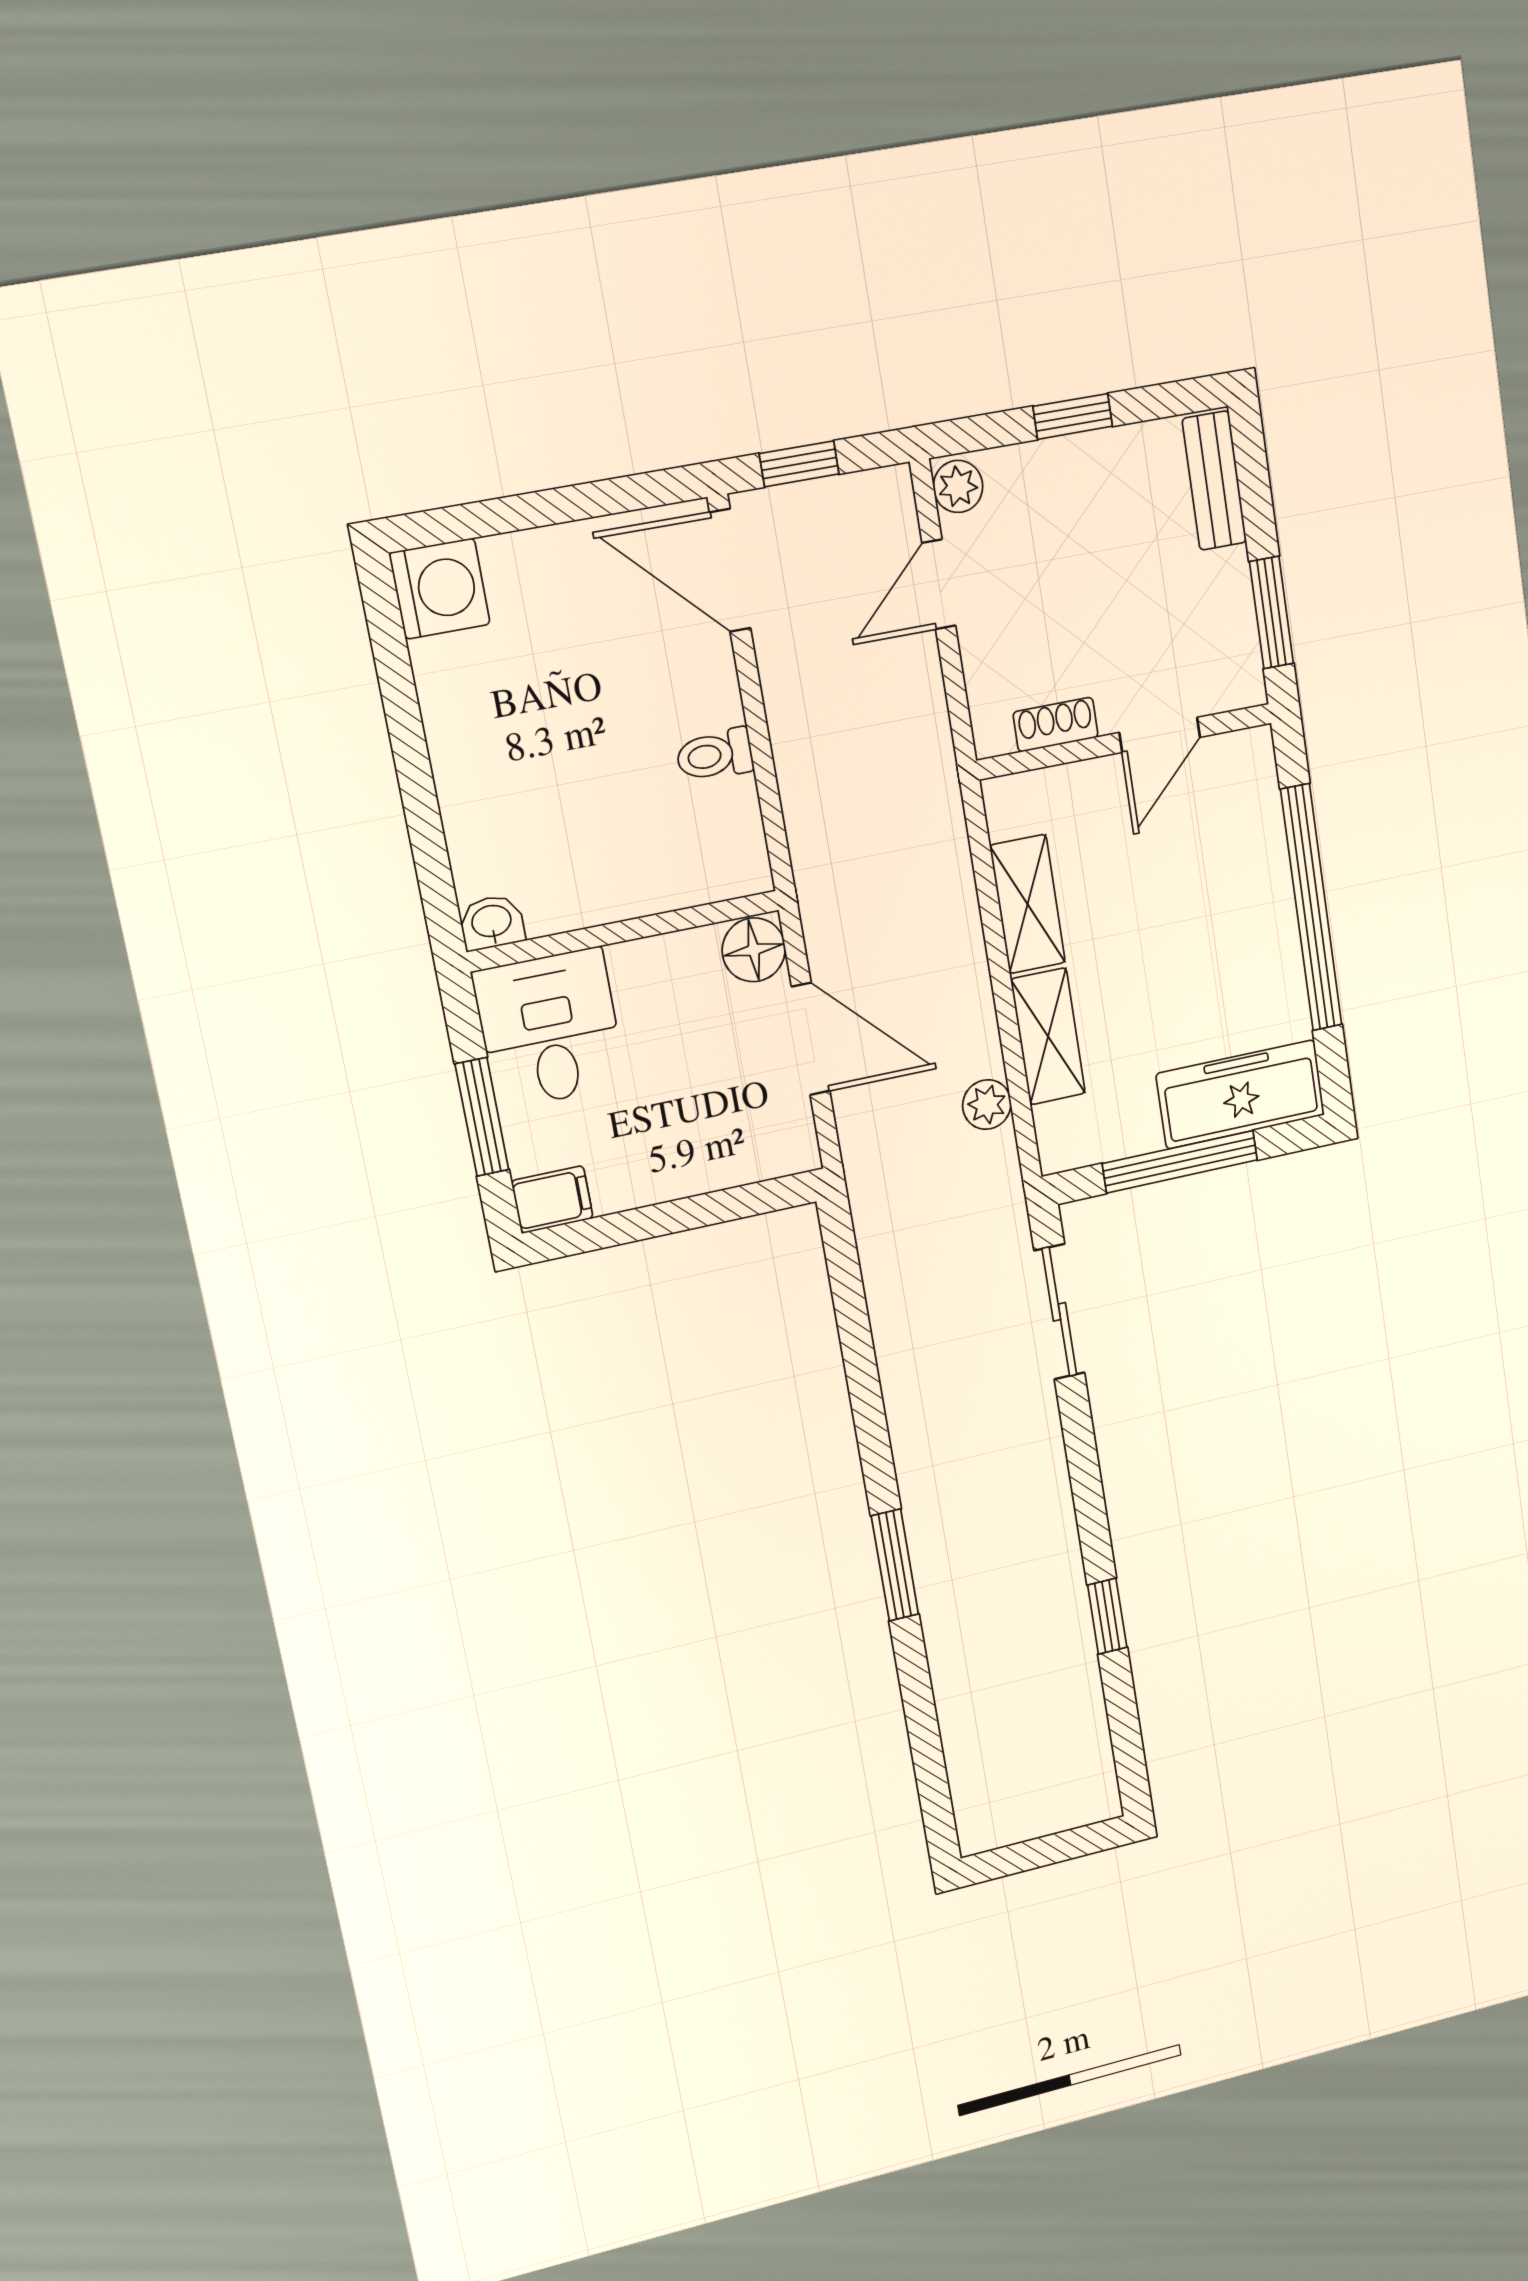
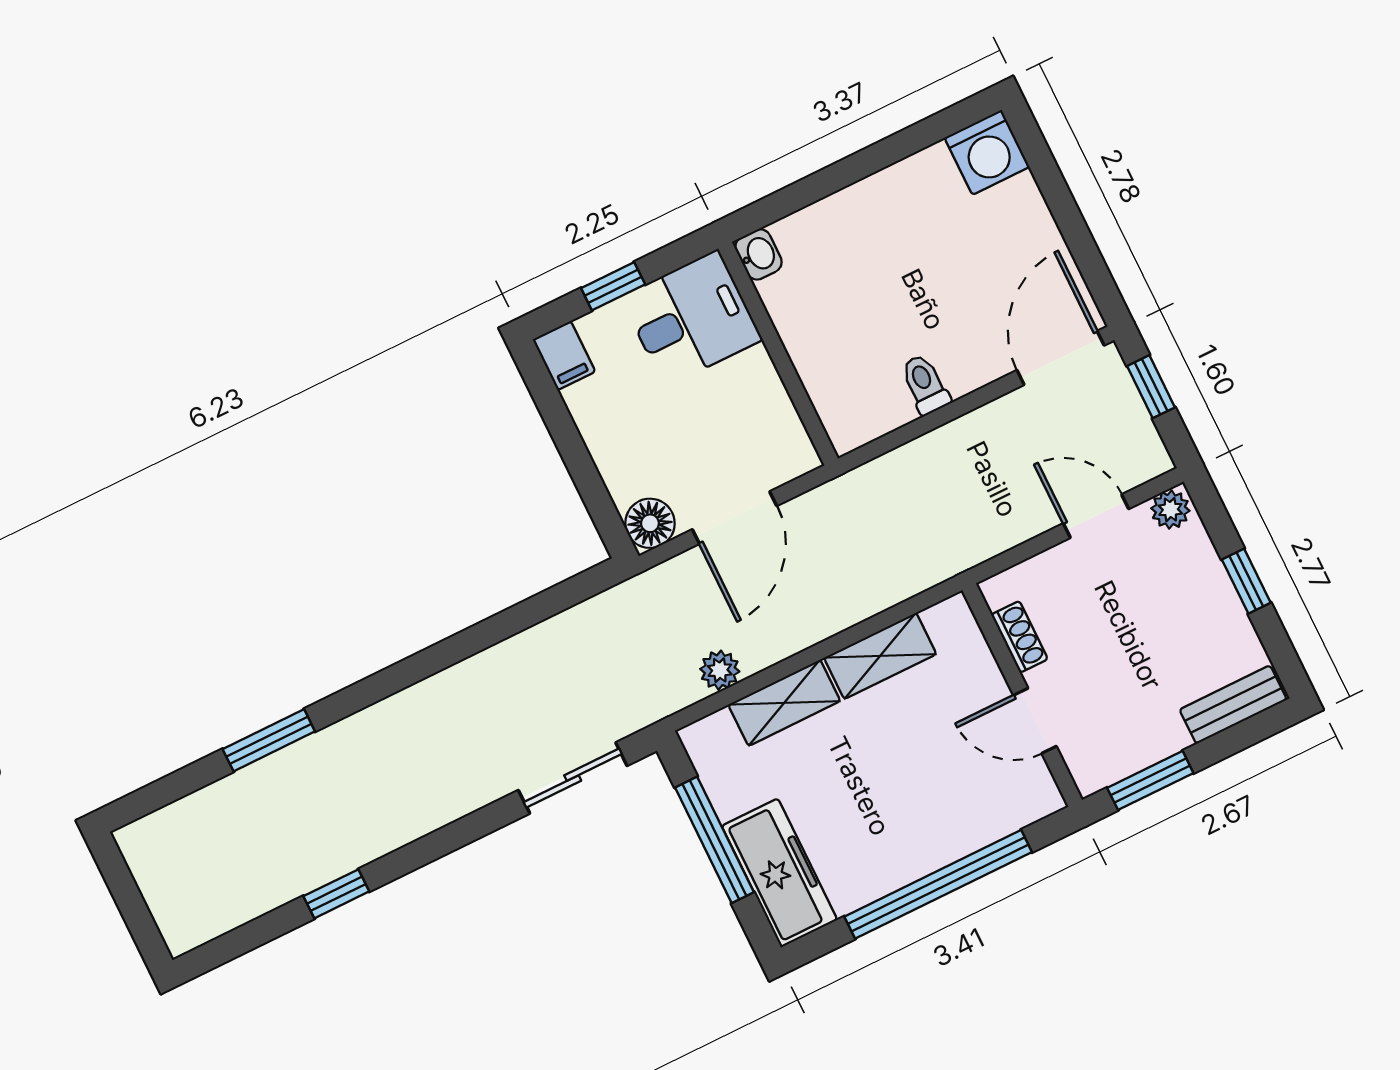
floor lamp: (754, 950) -> (650, 523), moved
window: (482, 1117) -> (613, 286), width x0.67
window: (895, 1565) -> (269, 740), moved

